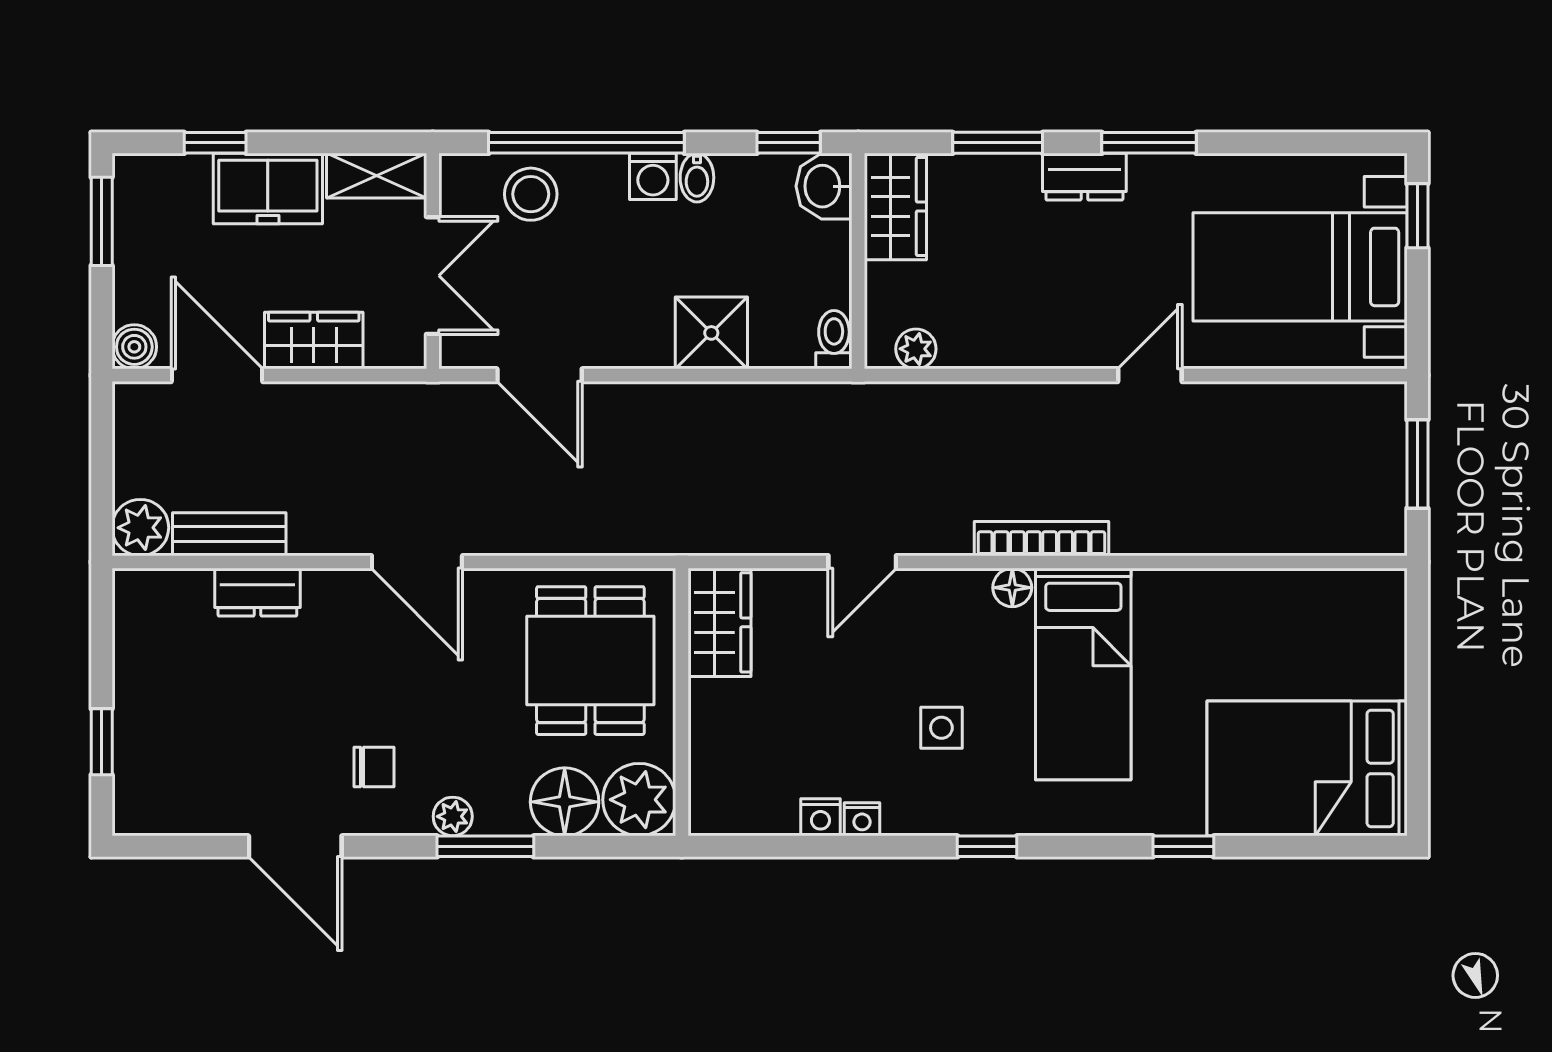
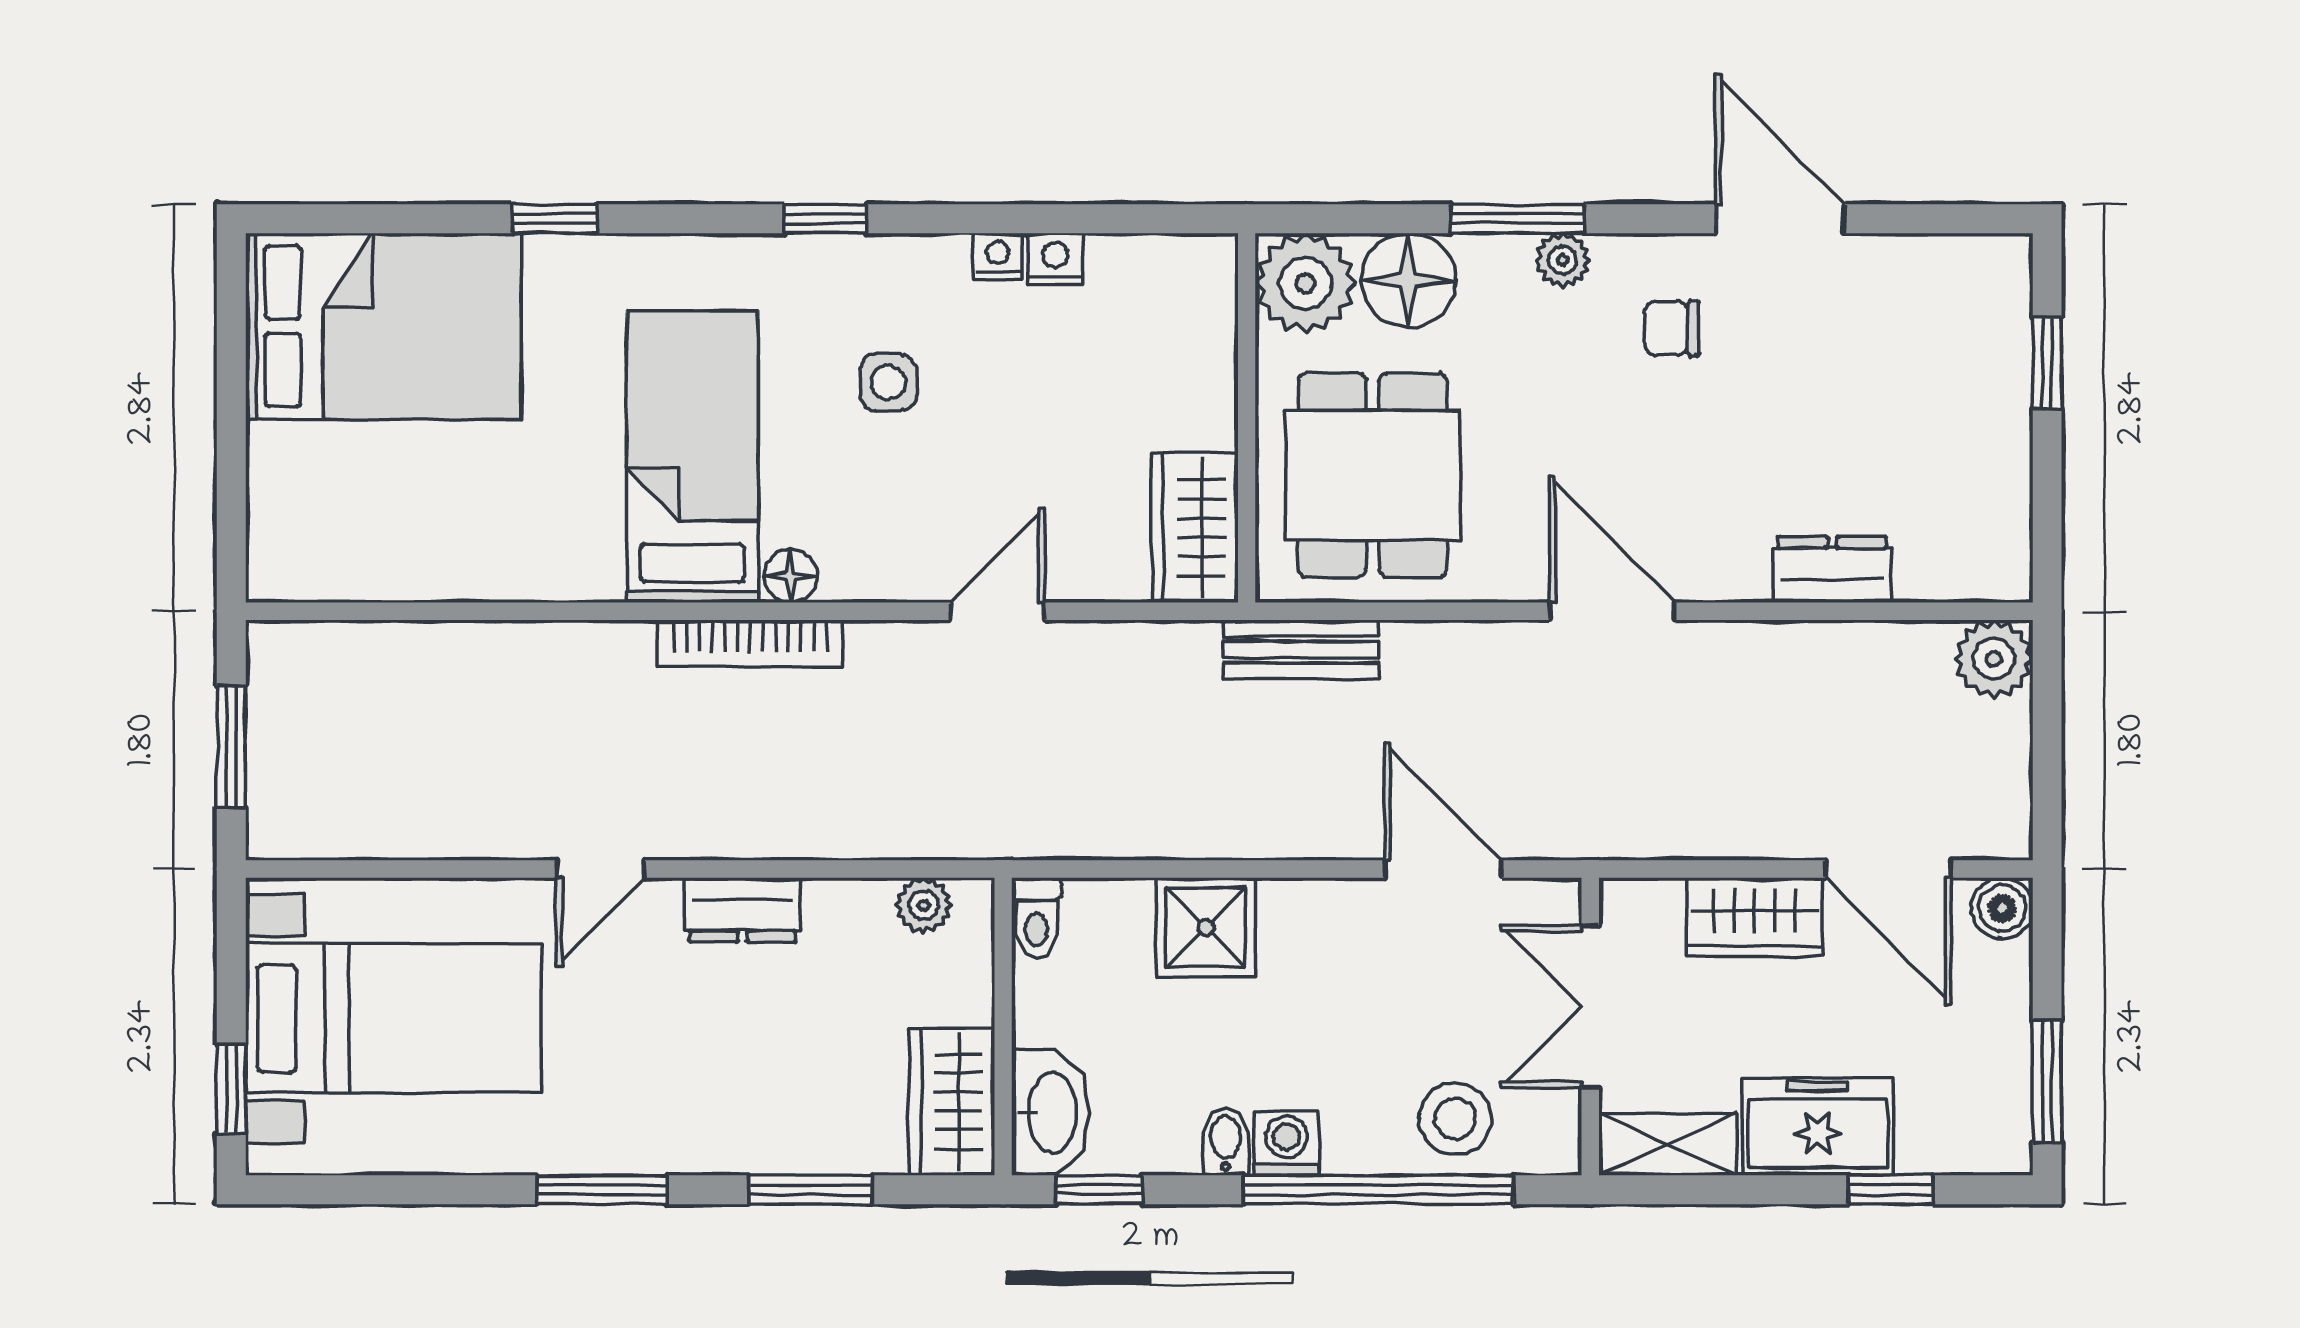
dresser: (1084, 177) -> (743, 910), moved, turned 180
washbasin: (824, 186) -> (1050, 1112), width x1.38
bench: (229, 534) -> (1301, 650), moved

